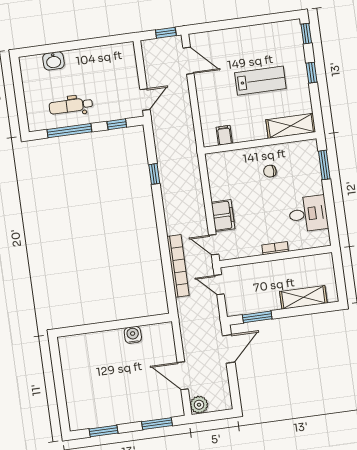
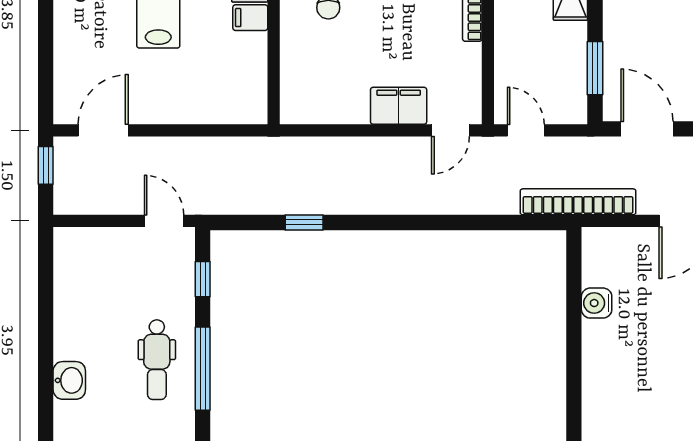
filing cabinet: (224, 135) -> (250, 18), moved
bookcase: (178, 266) -> (578, 202), moved
door: (219, 285) -> (526, 130), swing flipped

